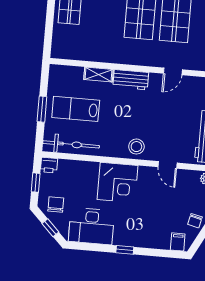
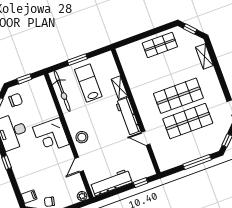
workbench: (131, 80) -> (128, 116), width x1.38
printer: (49, 165) -> (41, 83), removed

